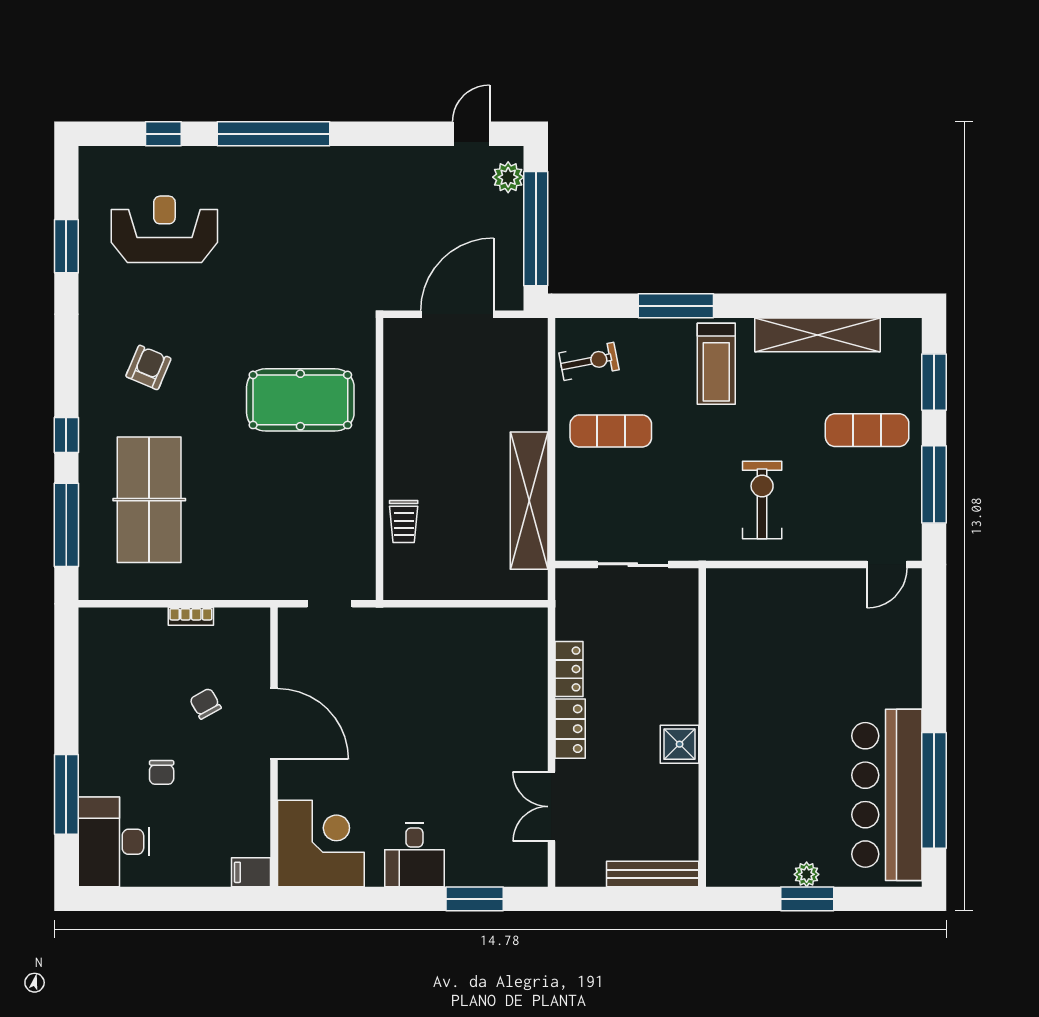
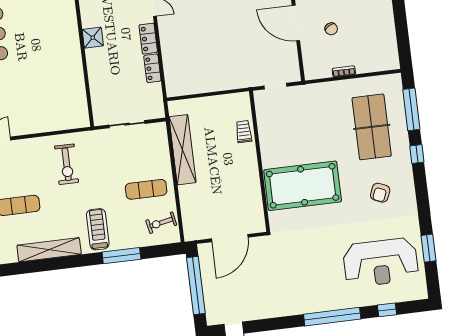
plant: (508, 177) -> (213, 309), removed
reception desk: (164, 229) -> (381, 262), width x1.36, depth x1.30
pool table: (300, 400) -> (303, 186), width x1.36, depth x1.32

